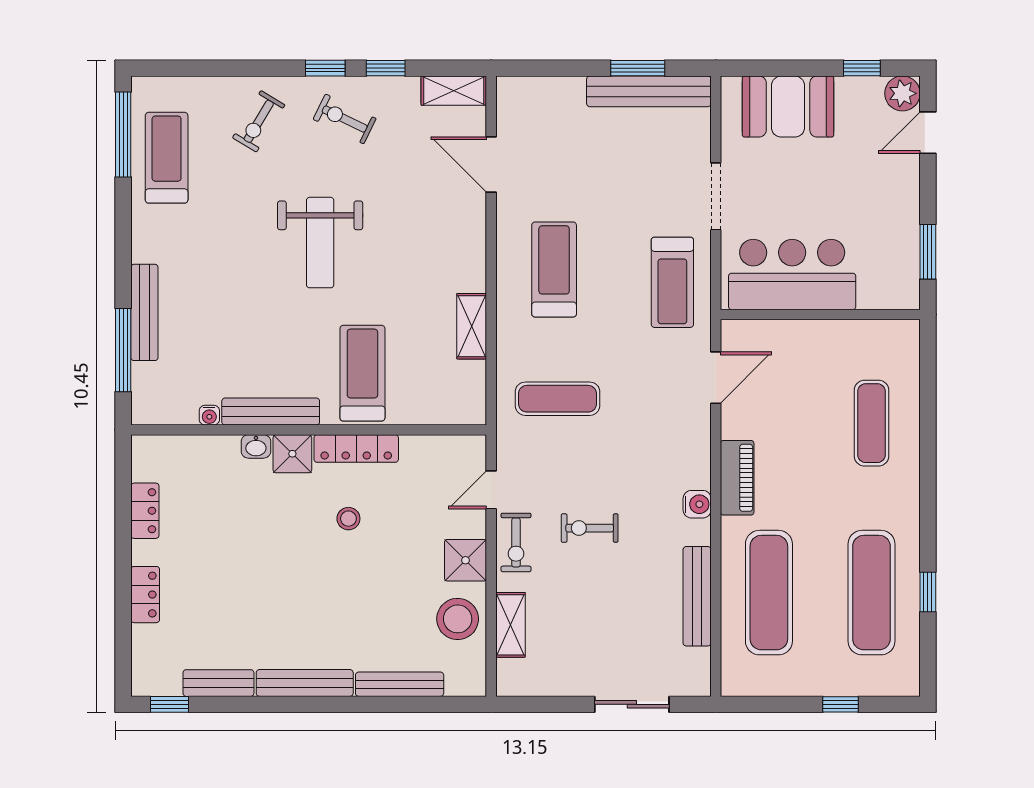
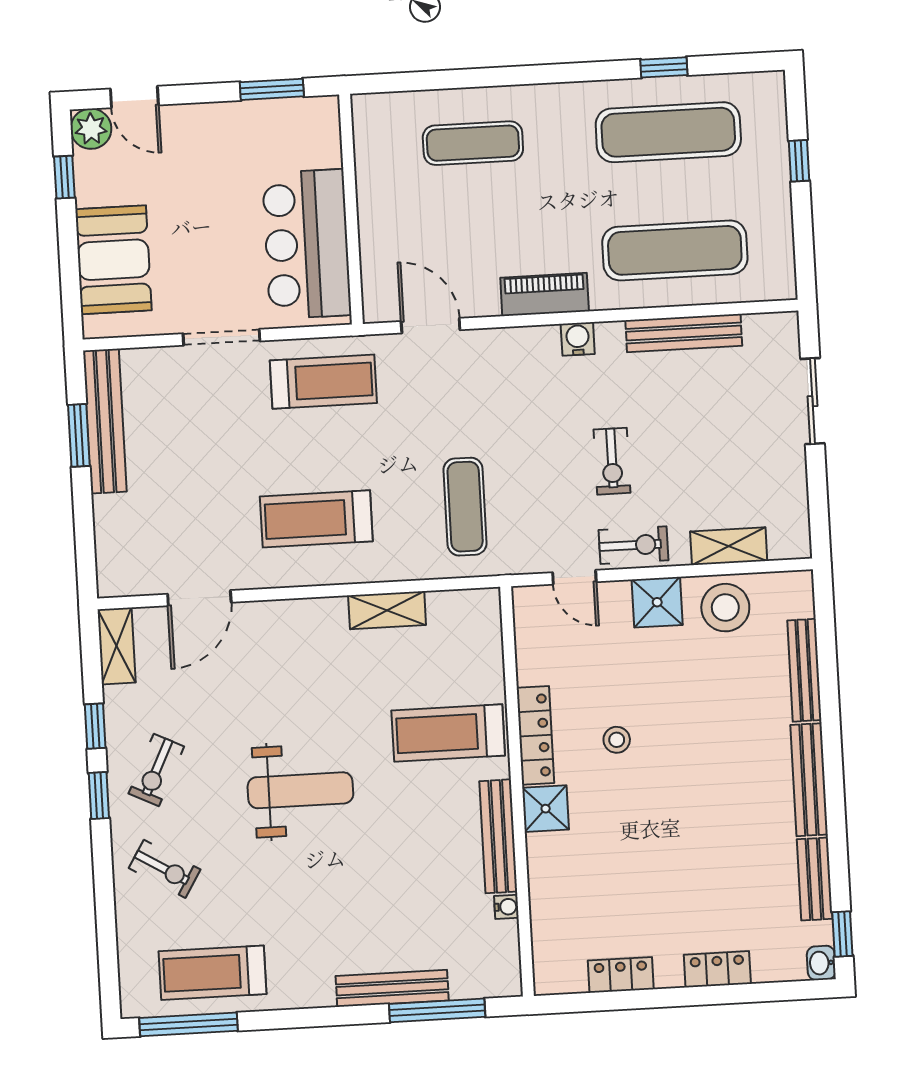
washbasin: (256, 446) -> (821, 963), moved, turned 180

